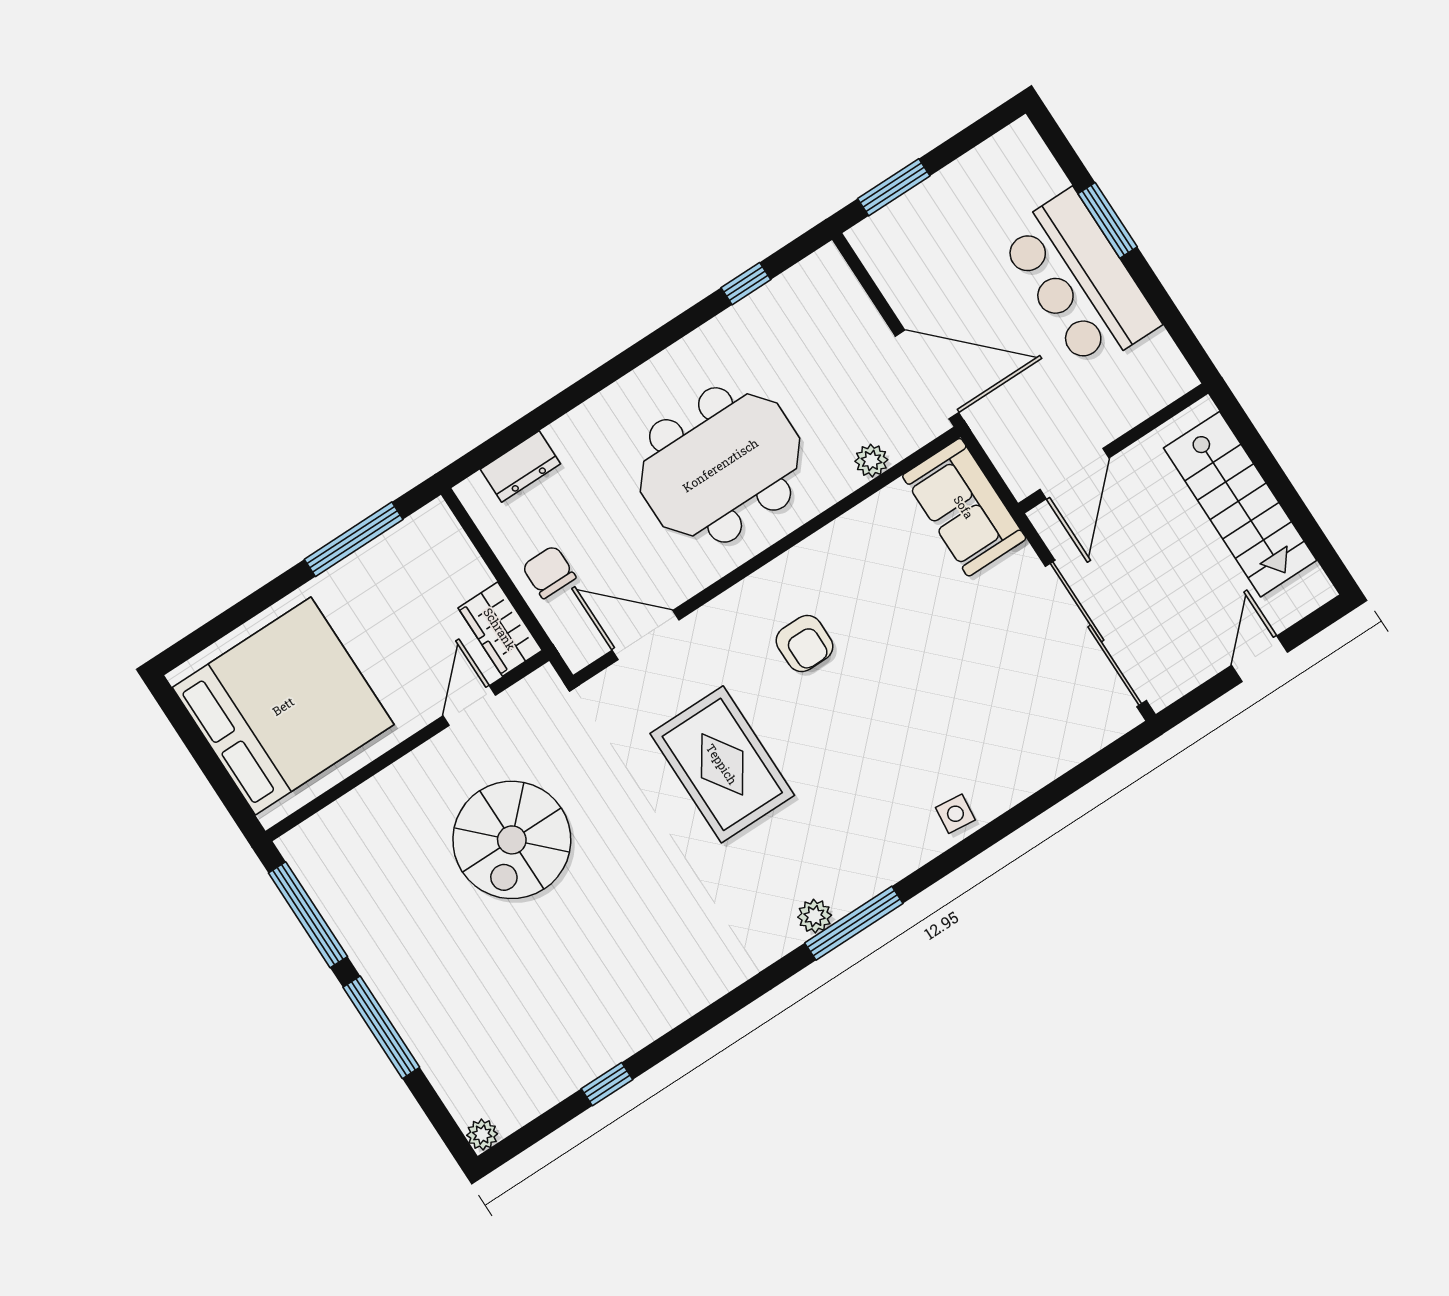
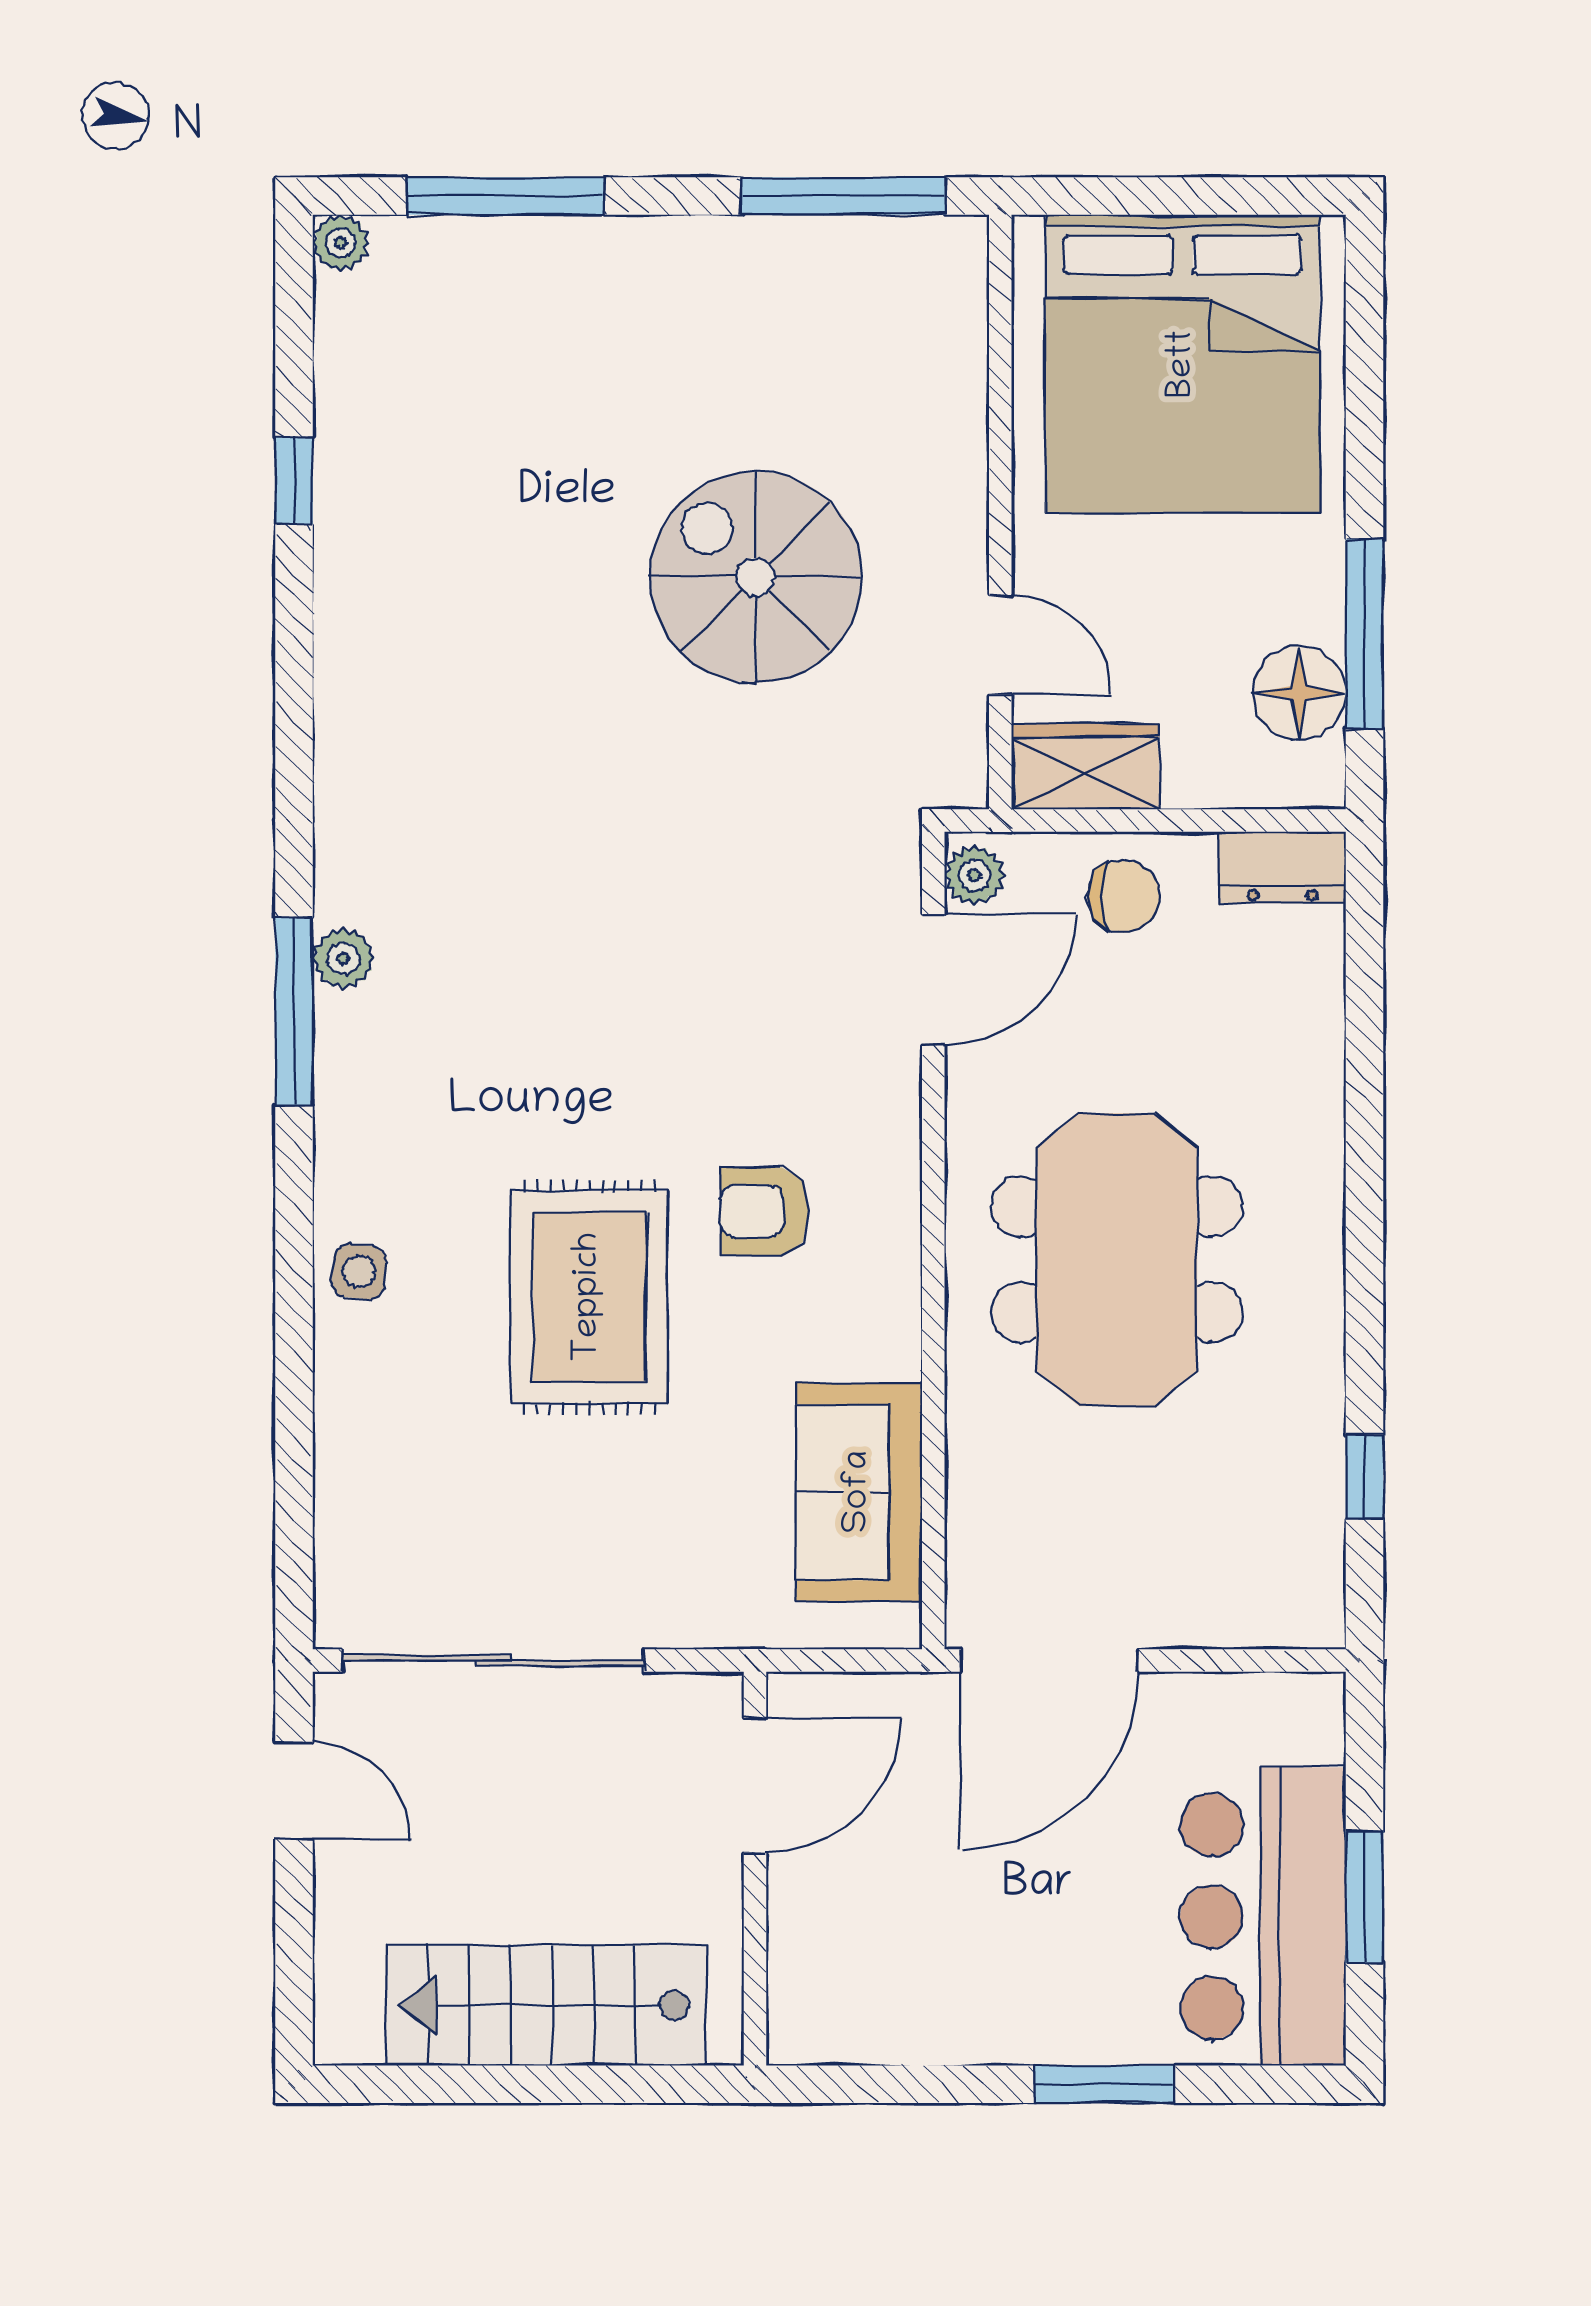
window: (894, 187) -> (1365, 1897), moved
bar counter: (1079, 280) -> (1263, 1917), moved, turned -90
plant: (871, 461) -> (974, 875), moved
dresser: (520, 467) -> (1282, 867), moved, turned -90
door: (1074, 474) -> (755, 1785), swing flipped
sofa: (964, 507) -> (859, 1492), moved, turned -90
floor lamp: (401, 552) -> (1299, 693), added
door: (1260, 659) -> (294, 1791), moved
rug: (722, 764) -> (589, 1297), moved, turned 90
window: (381, 1027) -> (505, 196), moved

